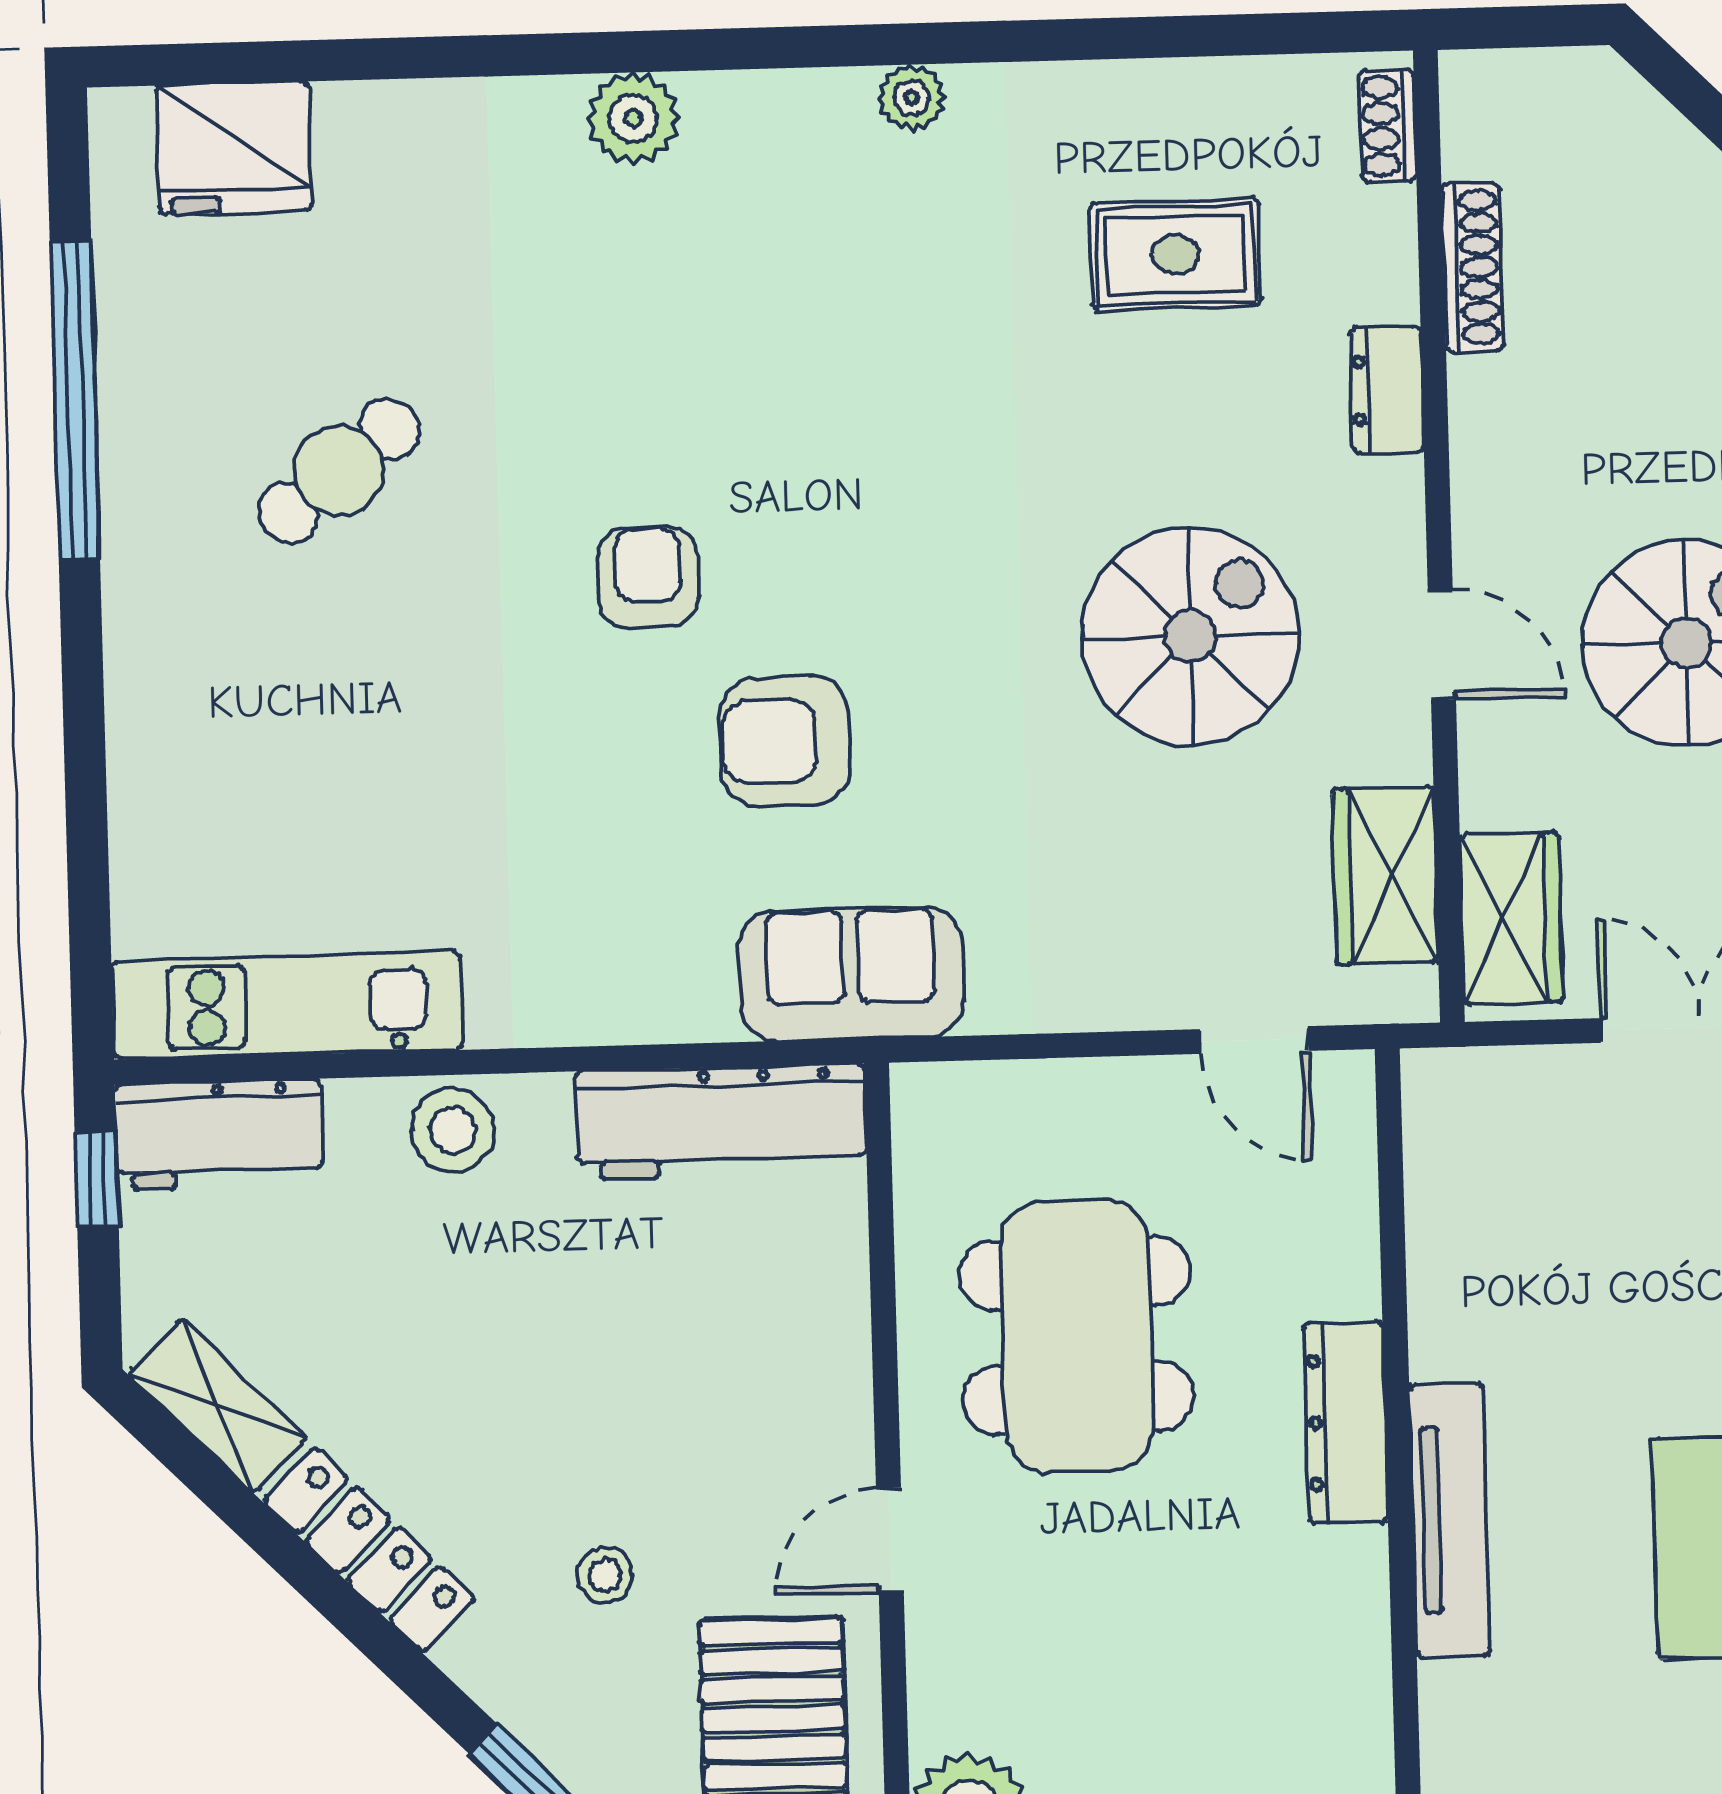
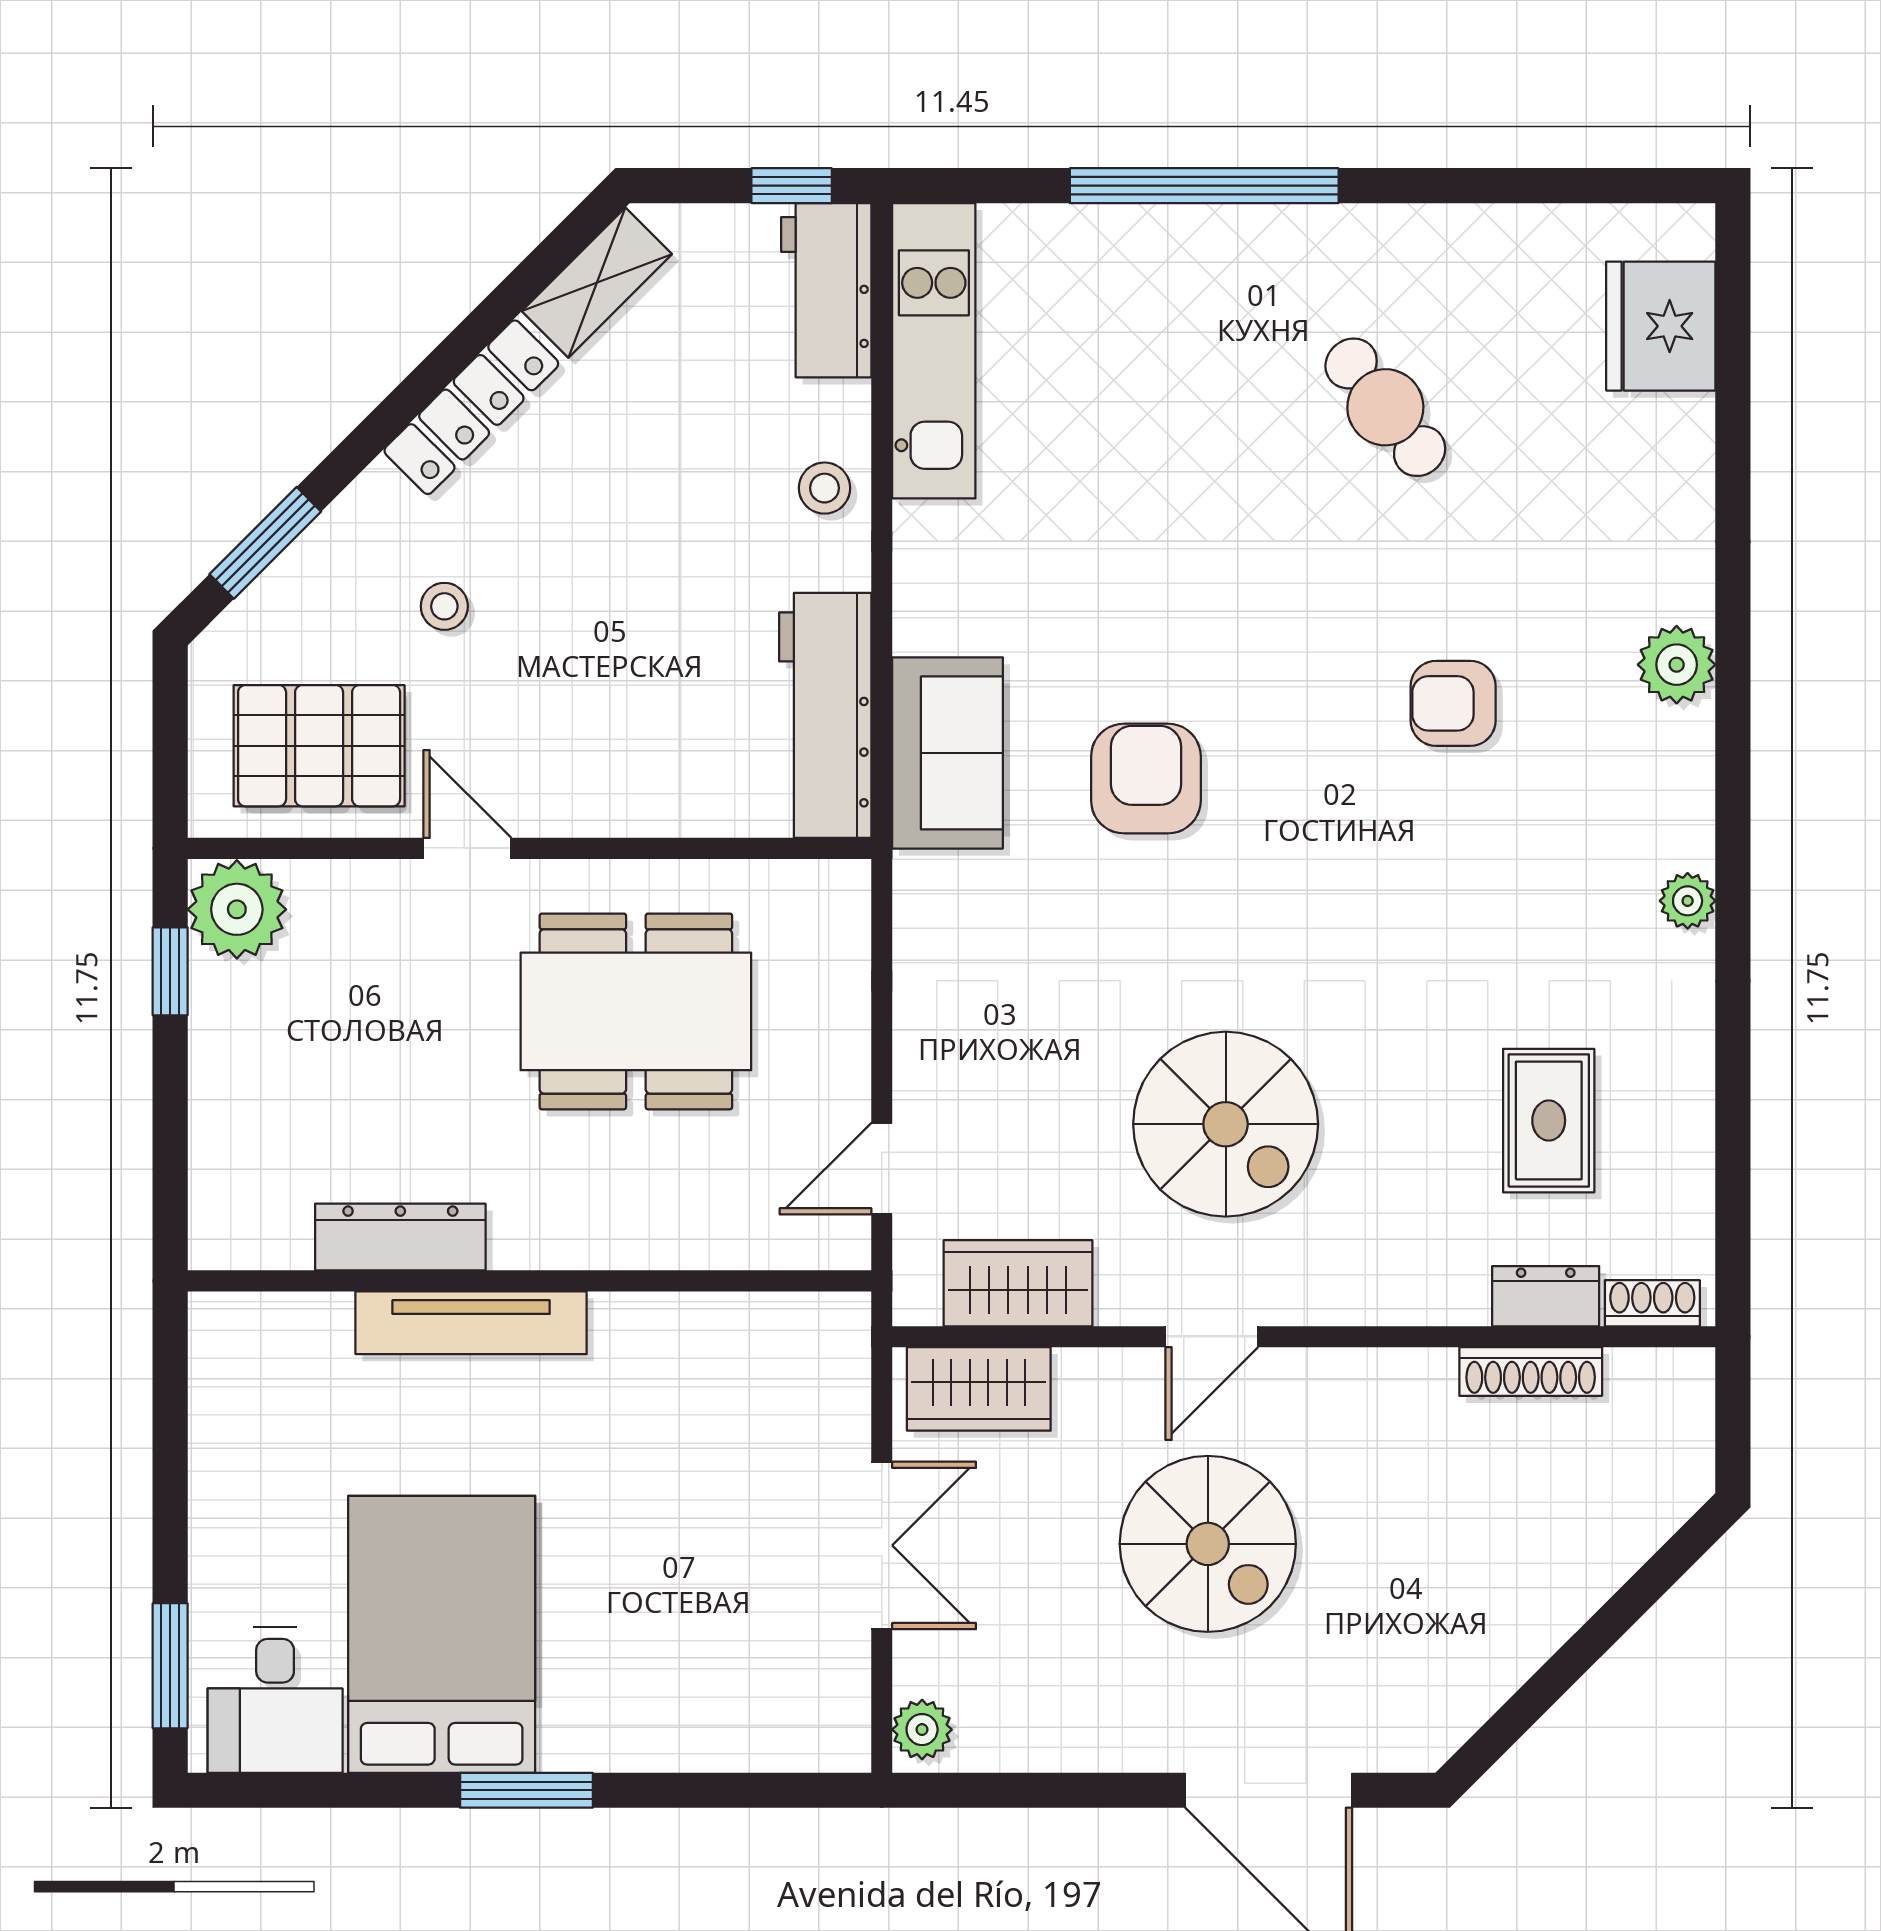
dresser: (1387, 390) -> (1546, 1296), moved
window: (75, 401) -> (1204, 186), moved
armchair: (648, 577) -> (1453, 703), moved, turned 180
sofa: (851, 974) -> (948, 753), moved
stool: (453, 1130) -> (825, 488), width x0.73, depth x0.73
dresser: (1346, 1422) -> (400, 1237), moved

